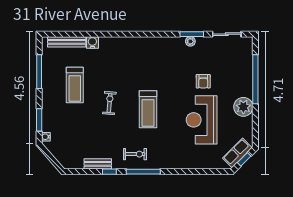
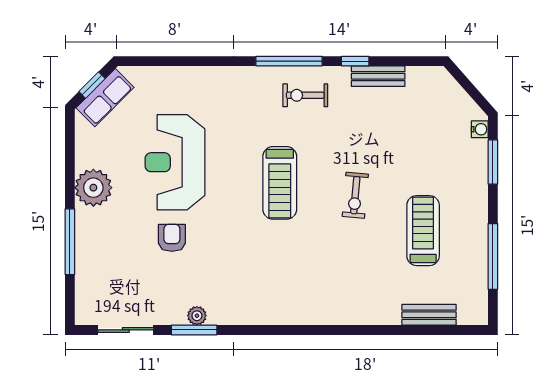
bench: (67, 42) -> (429, 315), width x0.73
water cooler: (92, 42) -> (389, 314), removed
window: (255, 79) -> (70, 242), width x0.68
treadmill: (148, 109) -> (280, 183), turned 180
reception desk: (202, 120) -> (175, 162), turned 180

